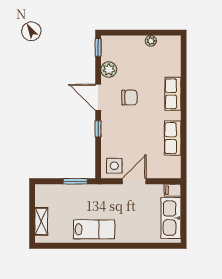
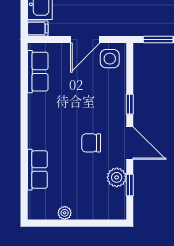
window: (98, 47) -> (130, 185), moved
row of seats: (173, 94) -> (37, 170), moved
row of seats: (173, 138) -> (38, 72), moved

